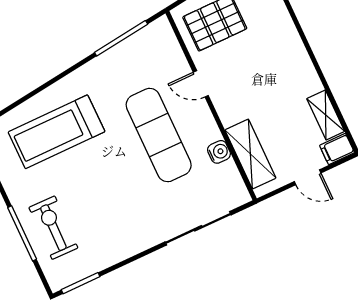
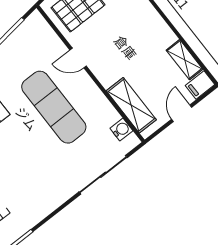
water cooler: (219, 152) -> (121, 130), moved
door: (308, 177) -> (182, 113), swing flipped

